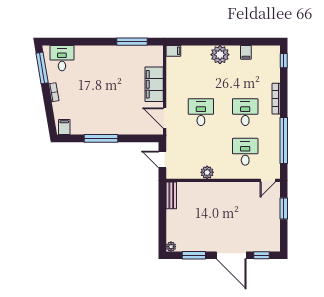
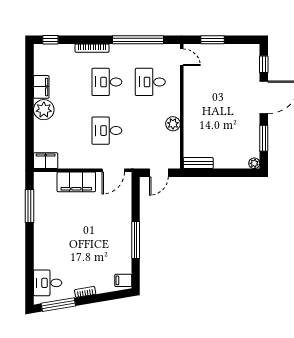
filing cabinet: (173, 51) -> (46, 161), width x2.00
filing cabinet: (246, 52) -> (41, 87), width x2.00

